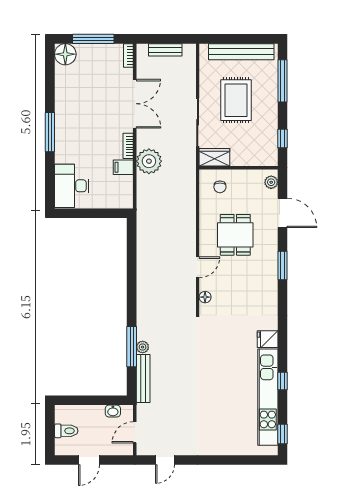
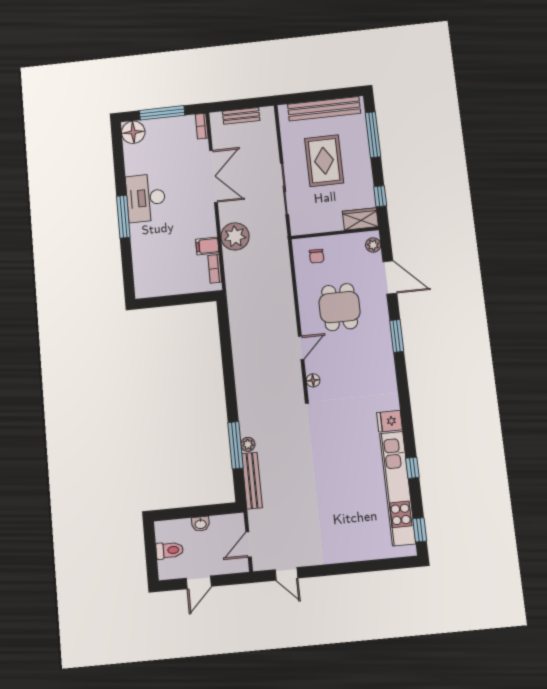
bookcase: (128, 146) -> (215, 269), moved
wardrobe: (214, 157) -> (360, 219), moved
desk: (72, 186) -> (146, 198), moved
washbasin: (113, 411) -> (201, 524), moved
door: (165, 460) -> (287, 574), hinge flipped

